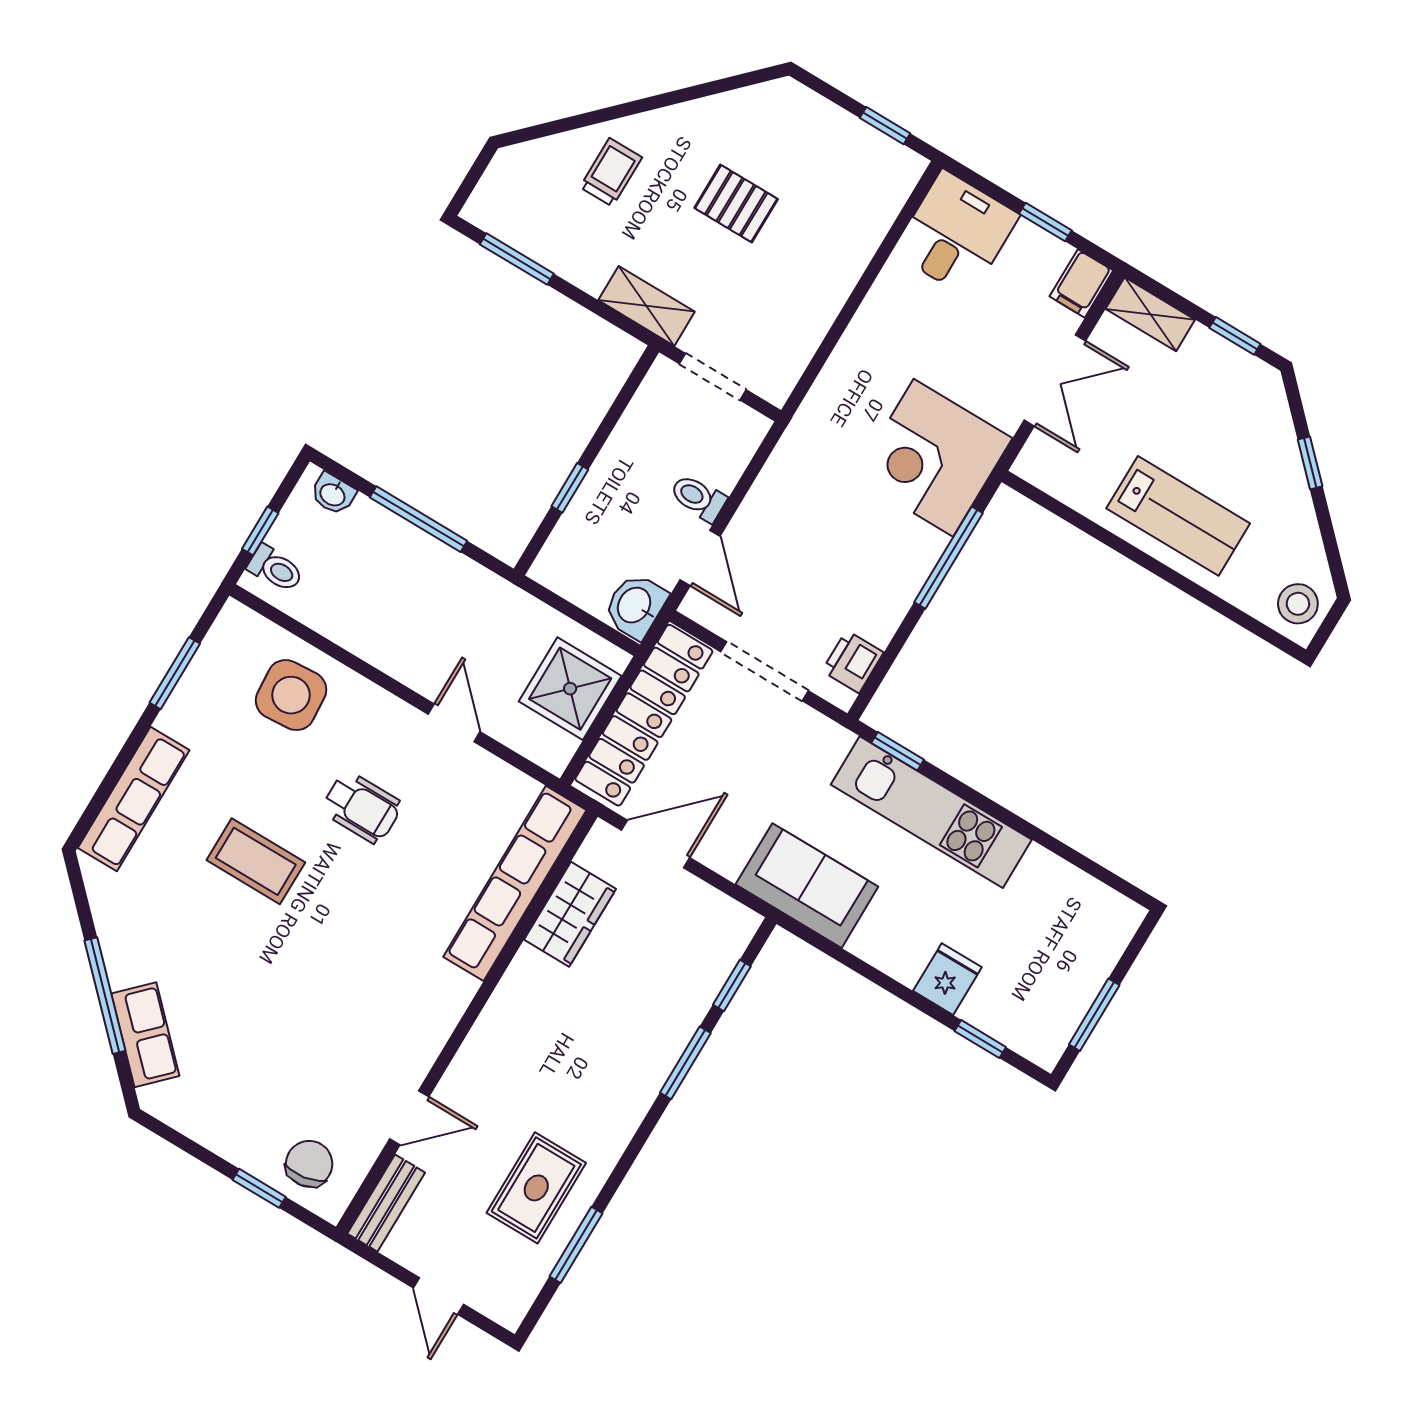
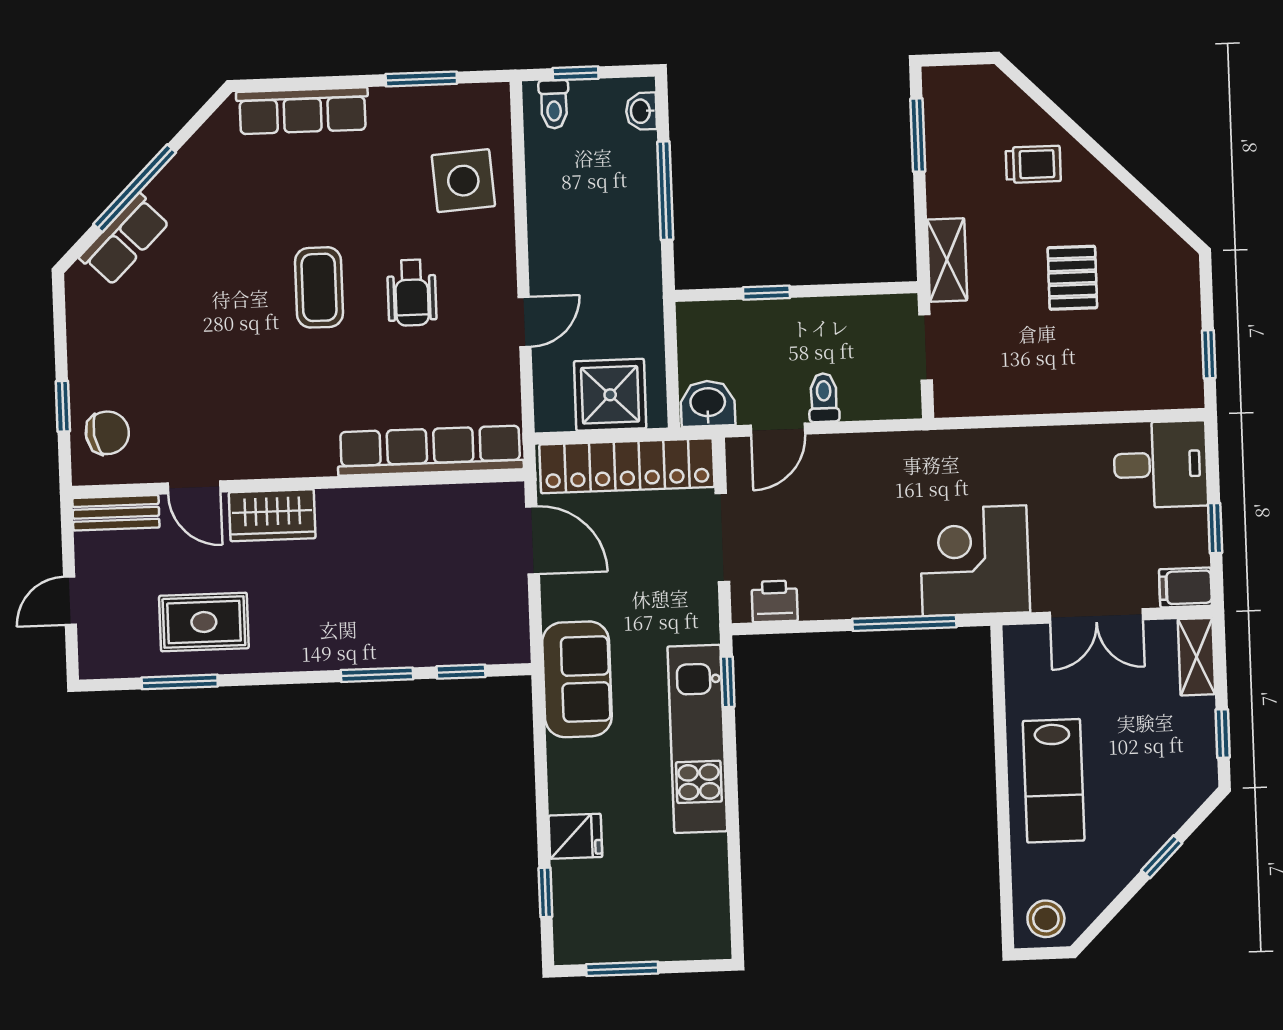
coffee table: (256, 861) -> (319, 287), moved
wardrobe: (570, 914) -> (272, 515), moved

